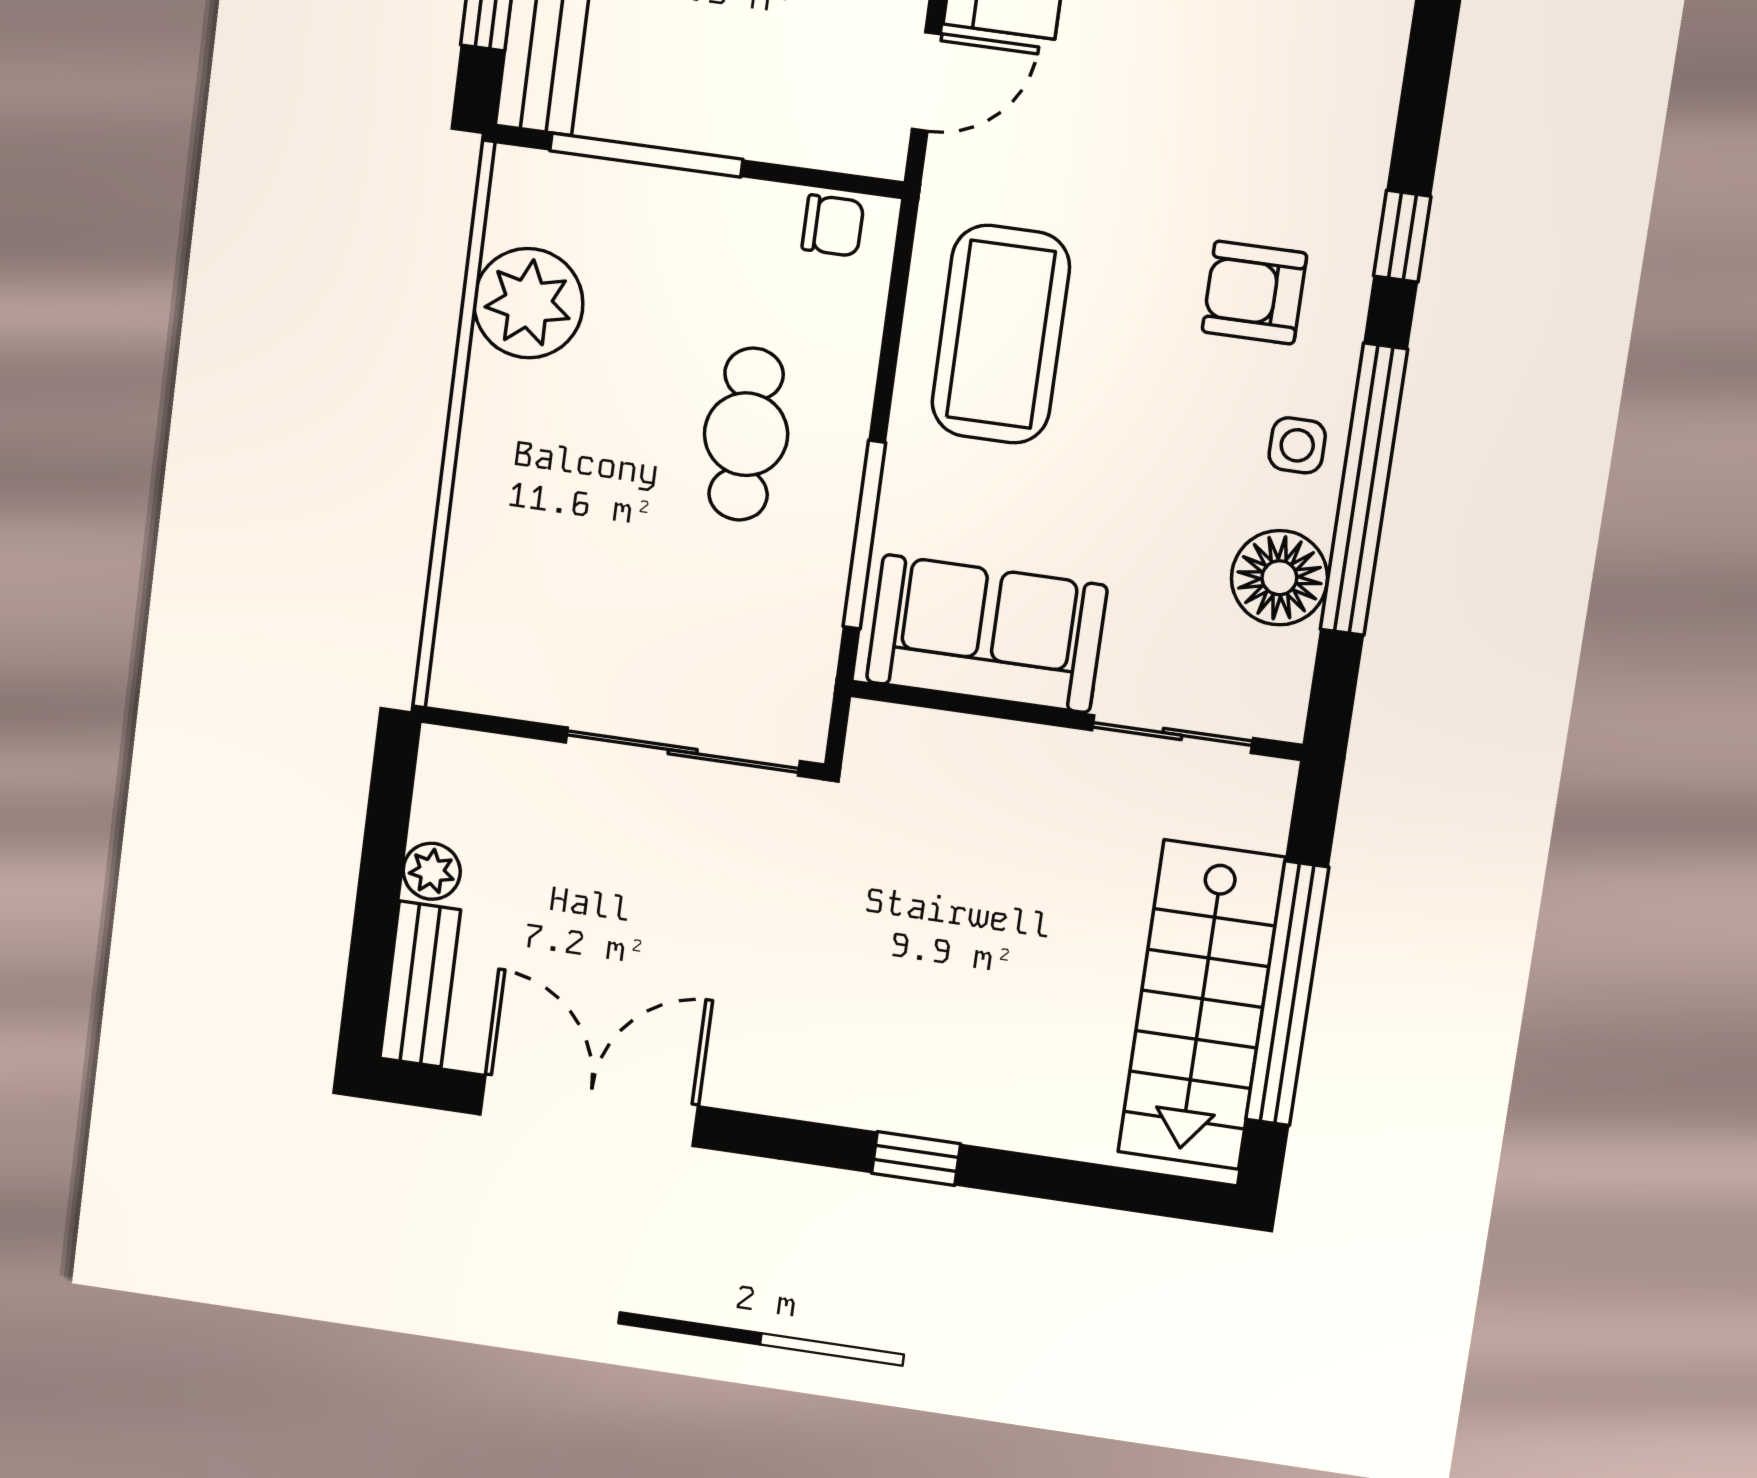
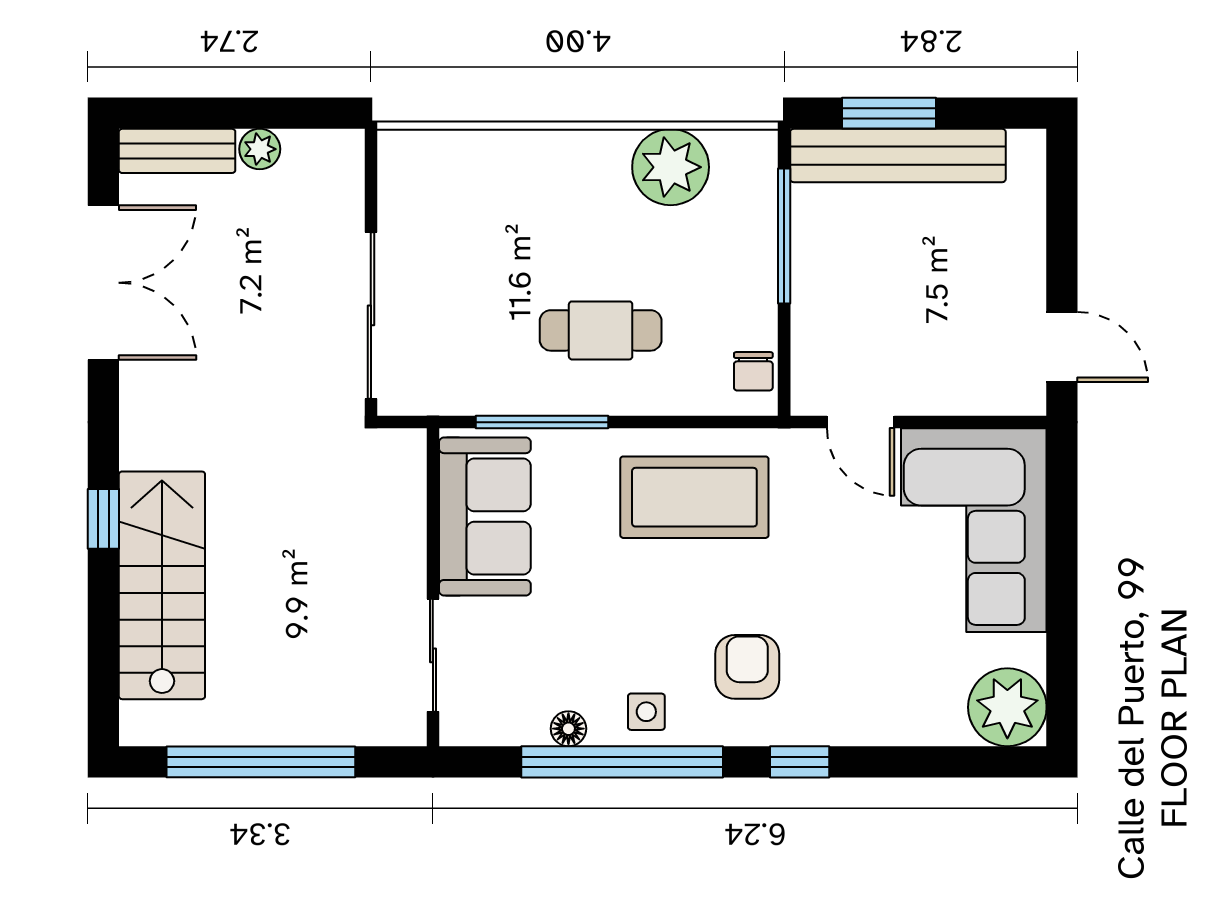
floor lamp: (1279, 578) -> (568, 729), width x0.53, depth x0.53
stairs: (1201, 1005) -> (162, 585), moved, turned 90

